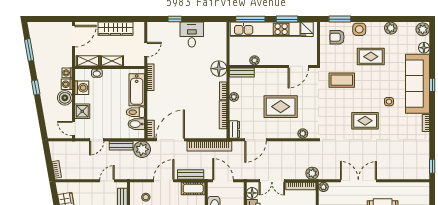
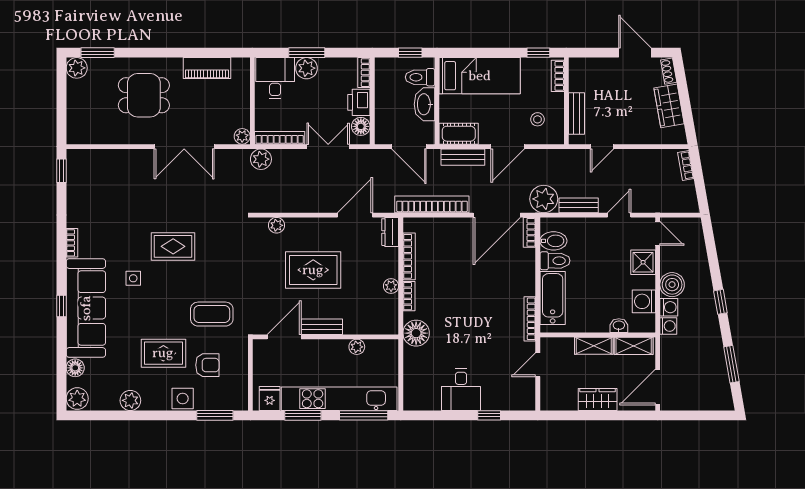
wardrobe: (115, 29) -> (598, 399), width x0.67
armchair: (337, 37) -> (207, 365), moved
bench: (242, 72) -> (322, 327), moved

